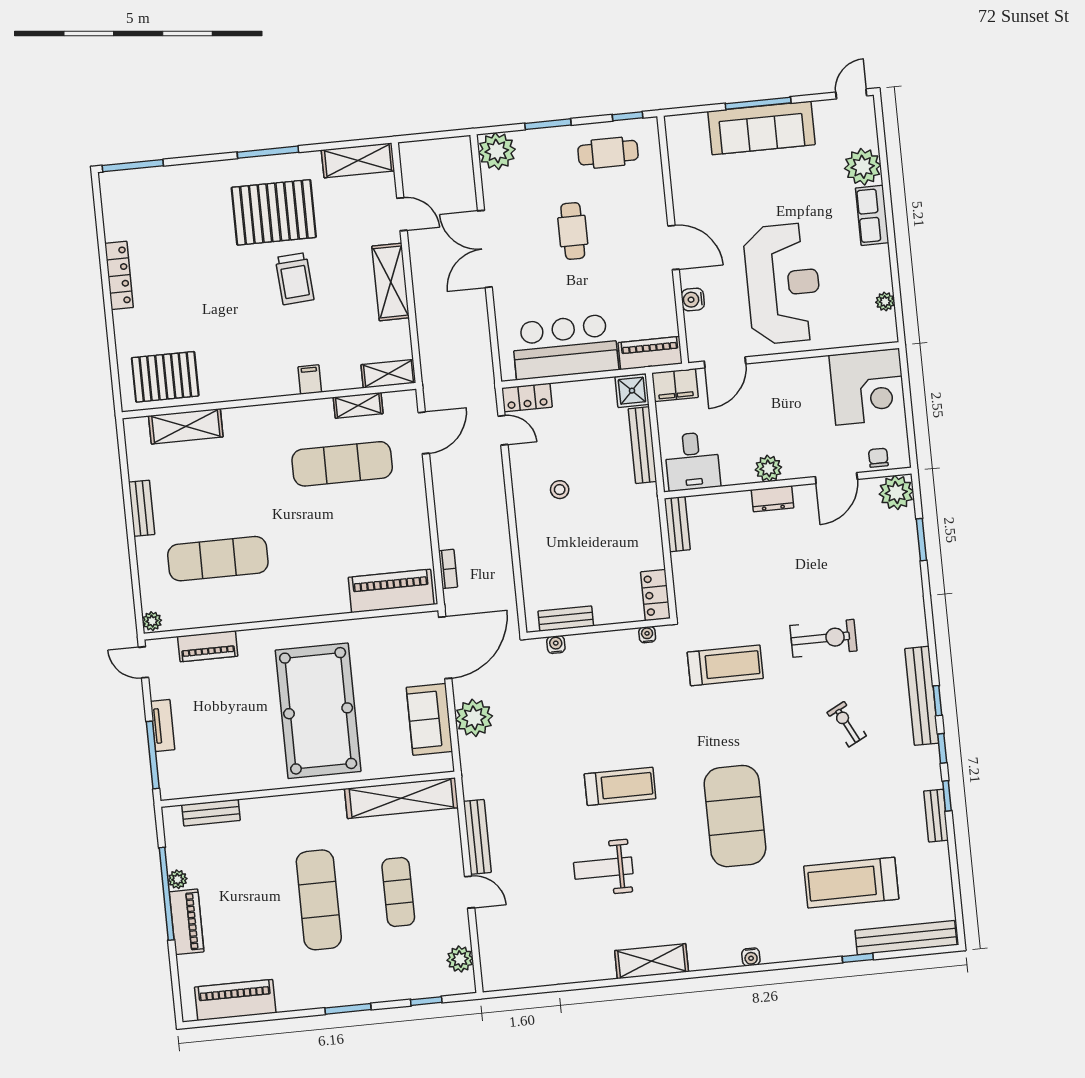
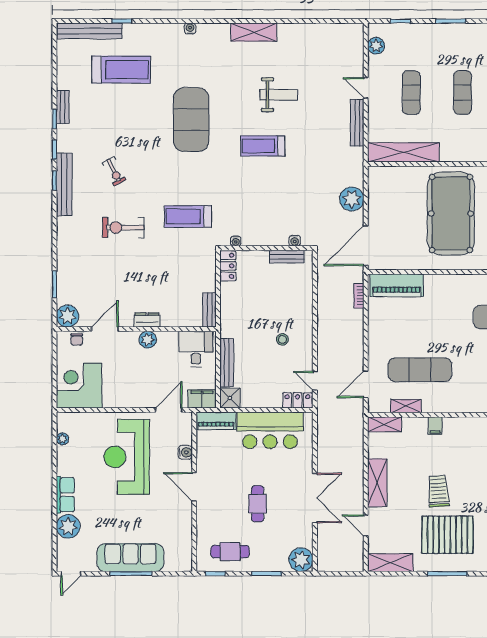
sofa: (429, 719) -> (380, 201), removed
exercise mat: (319, 900) -> (463, 93), width x0.73, depth x0.69

